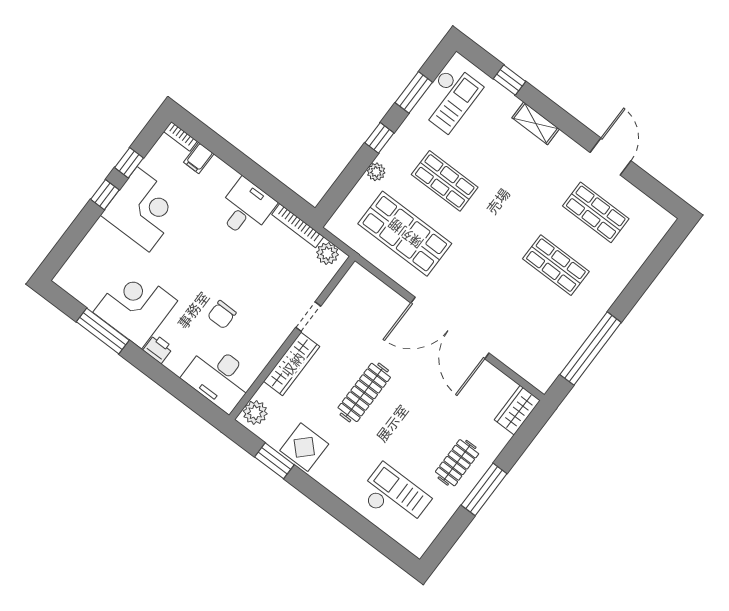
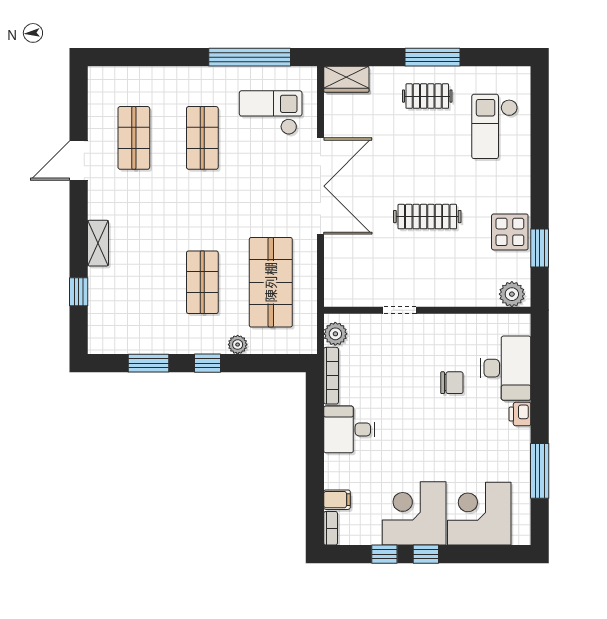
checkout: (449, 98) -> (271, 113), moved
corner desk: (135, 307) -> (479, 514), moved, turned 90
wardrobe: (292, 364) -> (449, 294), removed
desk: (219, 377) -> (505, 368), moved

